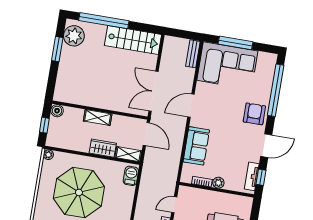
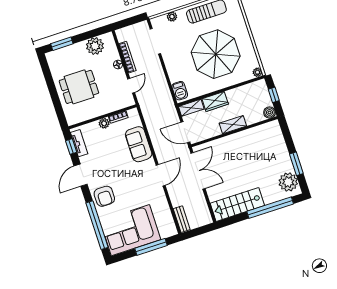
corner sofa: (227, 66) -> (130, 230), moved

